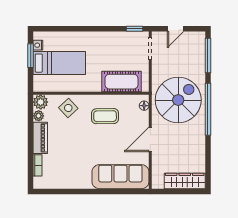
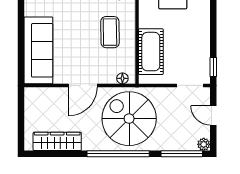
plant: (200, 37) -> (204, 144), added
spiral stairs: (178, 100) -> (129, 119), turned 180
door: (150, 139) -> (83, 85), swing flipped
wardrobe: (185, 181) -> (57, 141), moved, turned -90

